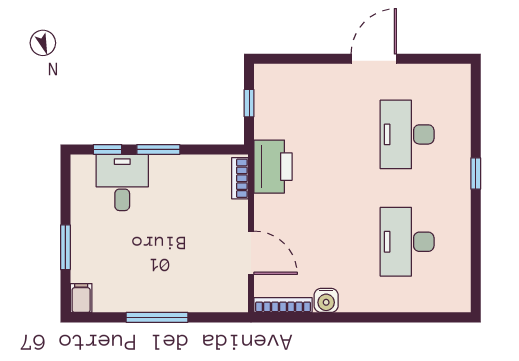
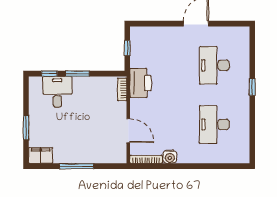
filing cabinet: (81, 298) -> (41, 156), width x2.00

